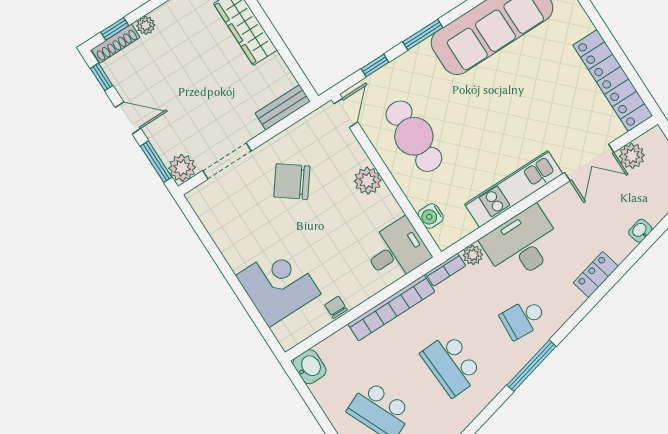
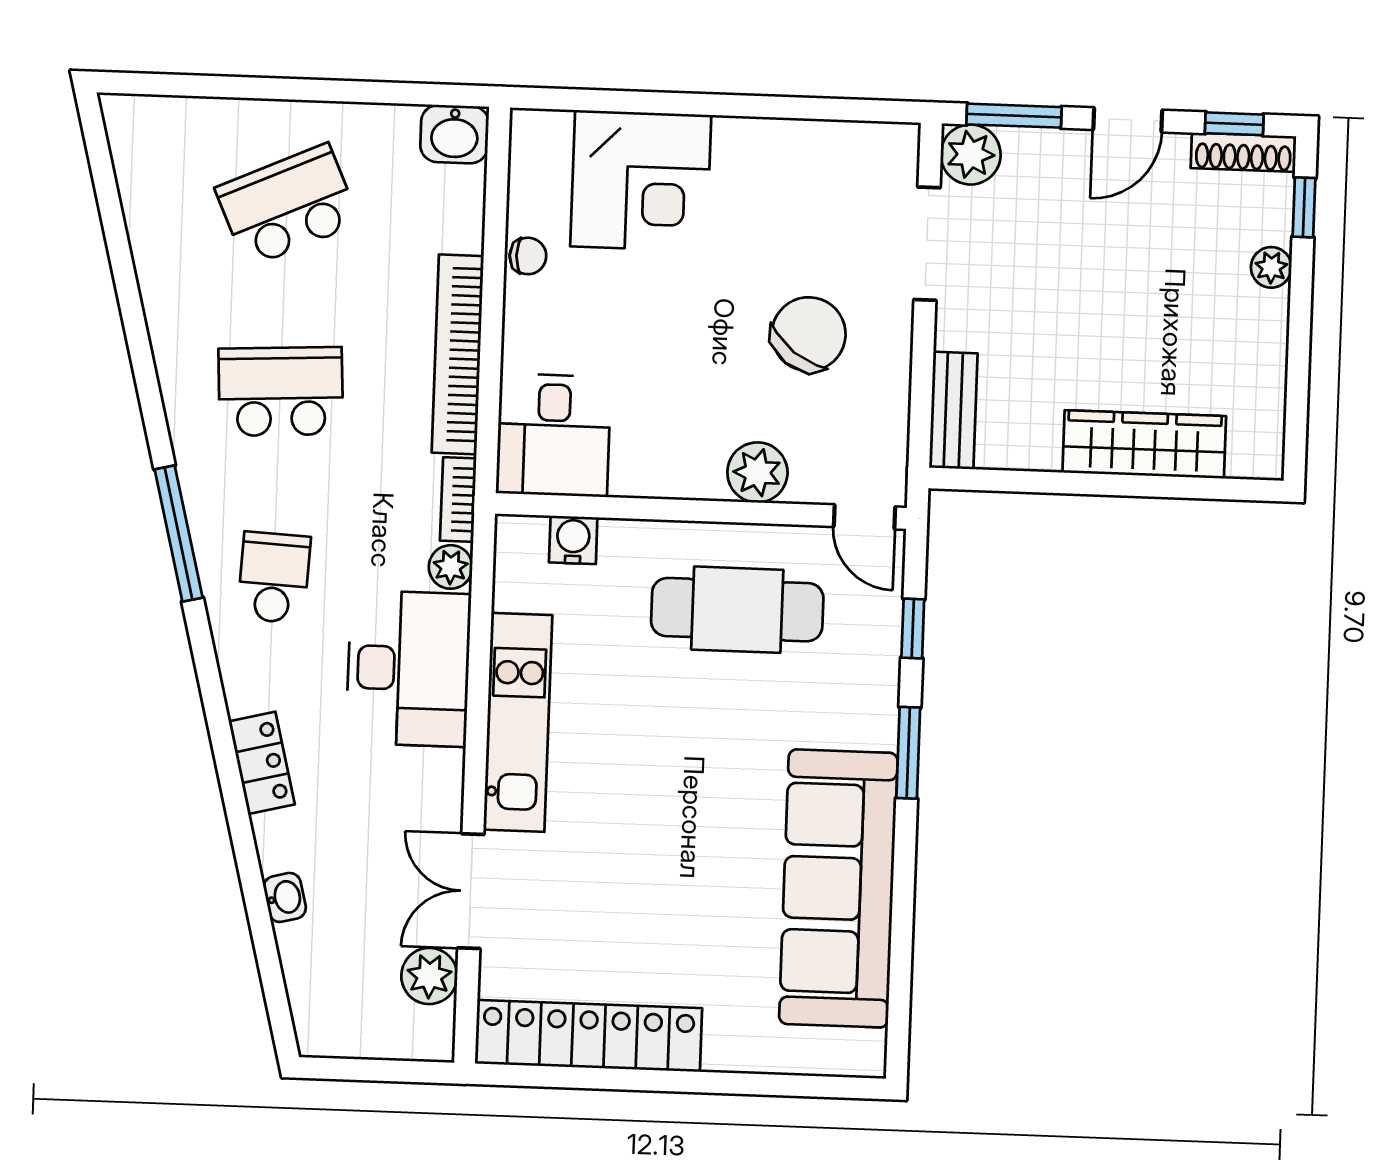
shoe rack: (116, 44) -> (1243, 152), moved, turned -90
plant: (368, 181) -> (757, 473), moved

